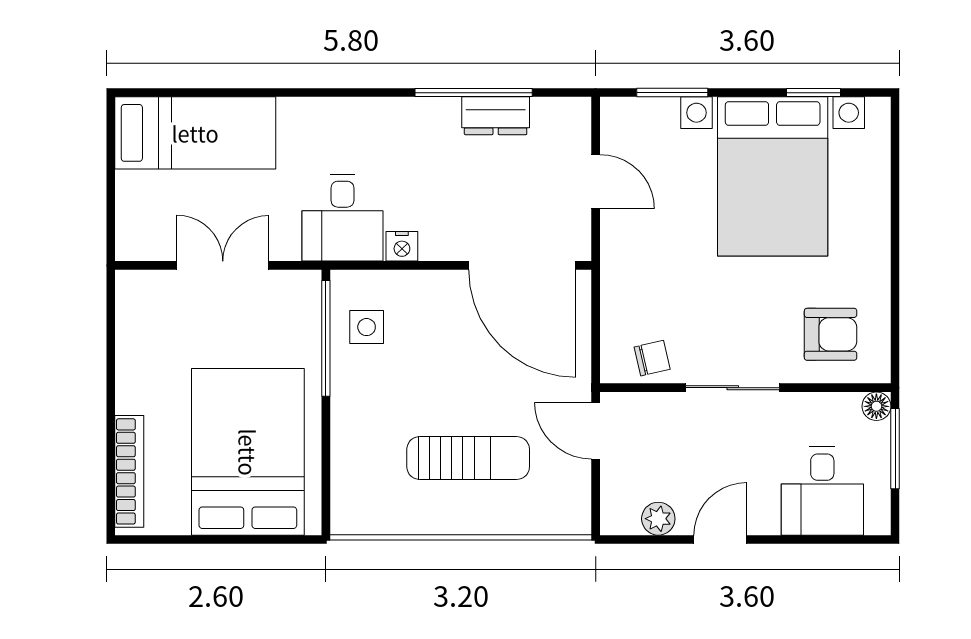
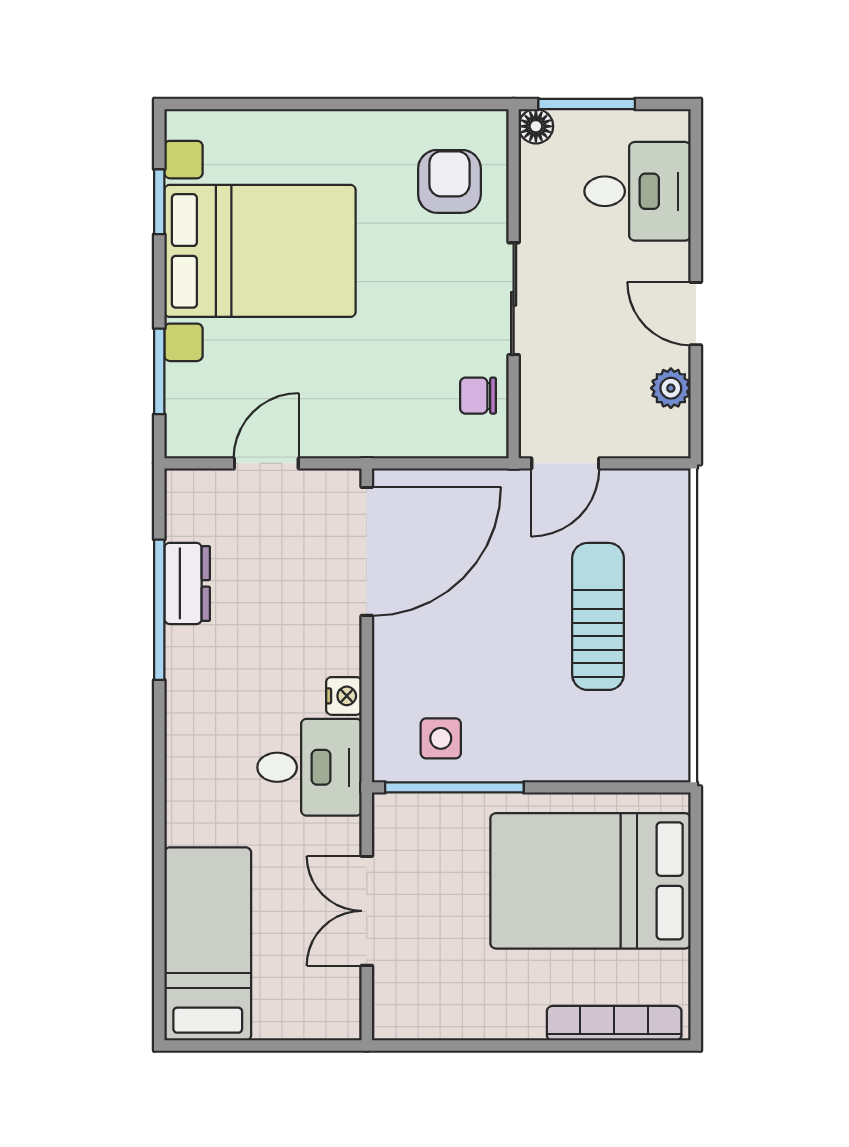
chair: (652, 358) -> (478, 396), turned -77

